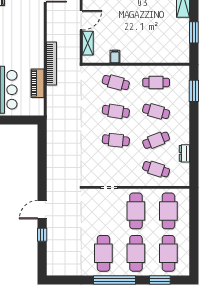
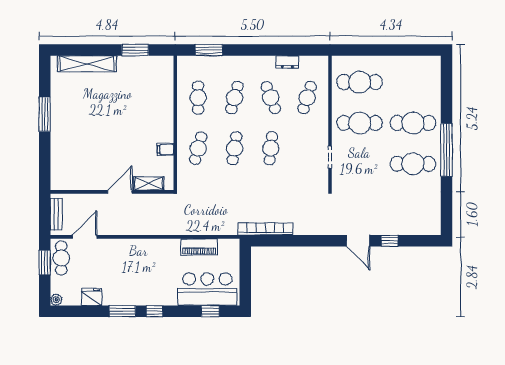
door: (81, 20) -> (120, 192), hinge flipped
bookcase: (52, 63) -> (266, 229), moved
cafe table: (168, 253) -> (413, 82), removed
window: (160, 280) -> (446, 93), removed

